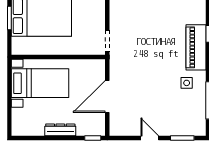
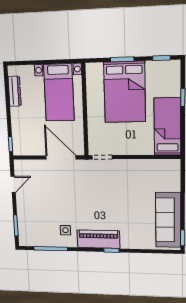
door: (107, 97) -> (61, 157), moved
dresser: (60, 130) -> (15, 91), moved
door: (150, 138) -> (13, 184), moved

